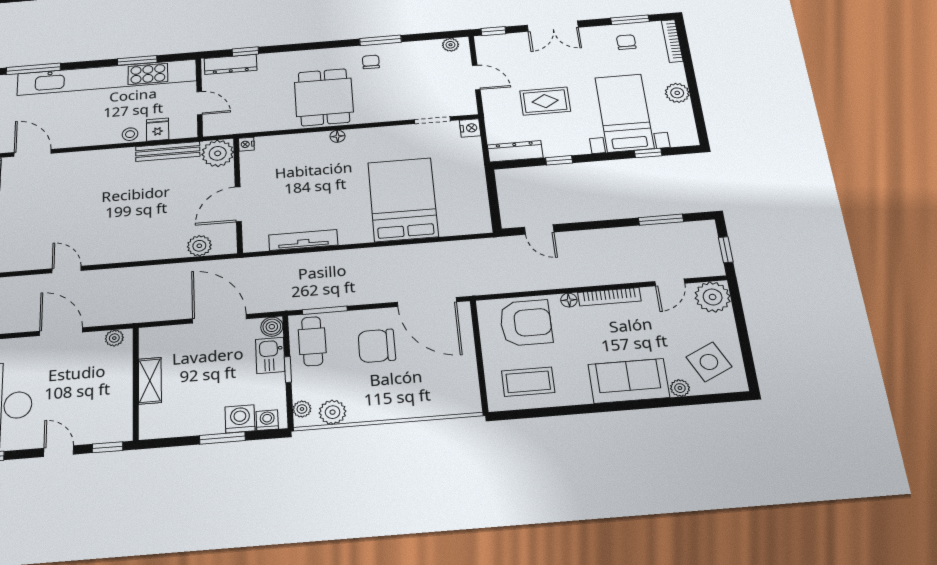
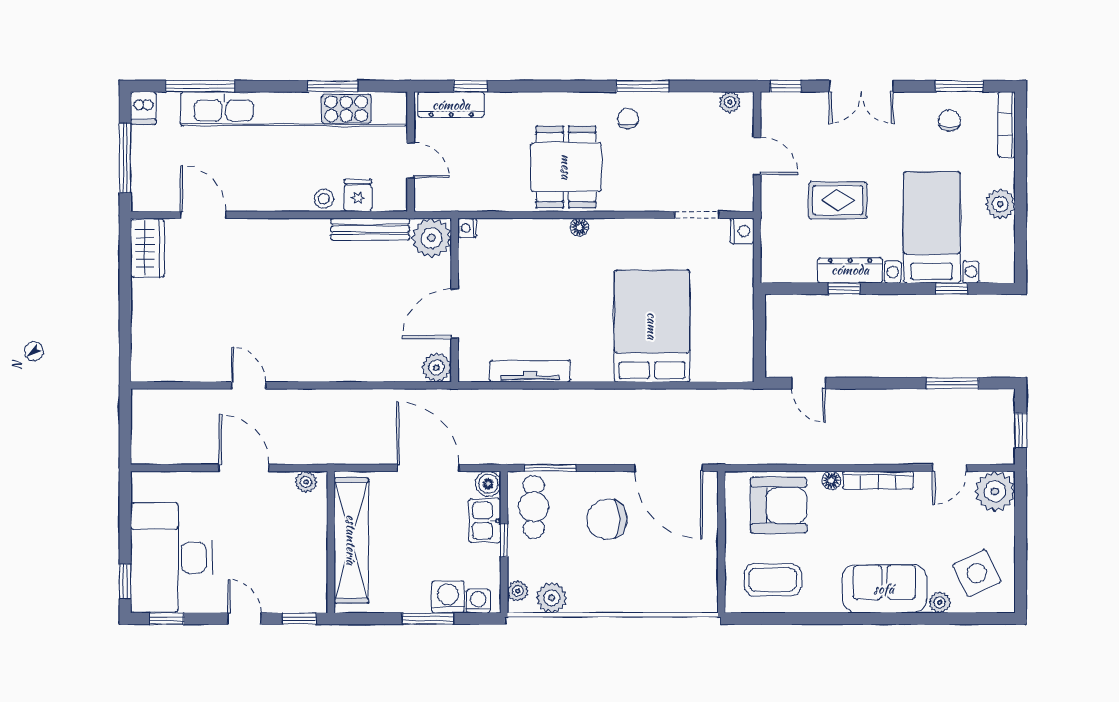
dresser: (515, 151) -> (850, 270), moved
plant: (199, 246) -> (437, 367), moved
shelving: (150, 381) -> (351, 540), width x2.20, depth x1.33

